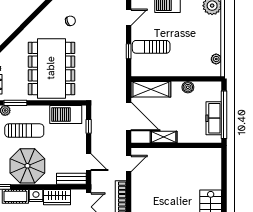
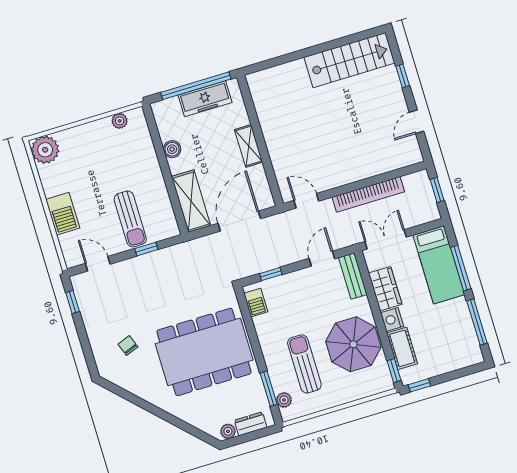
barbecue: (66, 114) -> (256, 303), width x0.53, depth x0.65
shelving: (164, 137) -> (249, 146), moved

